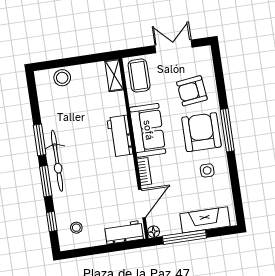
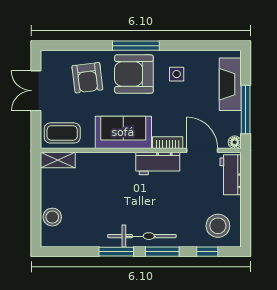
workbench: (120, 136) -> (158, 164), moved
stool: (76, 228) -> (218, 226), width x1.89, depth x1.89

